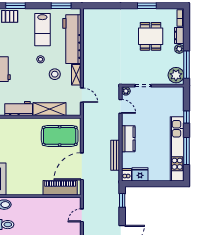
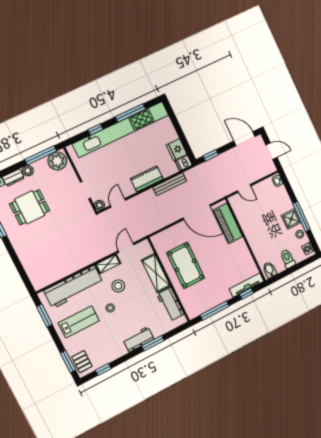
pool table: (60, 136) -> (186, 265), moved
kitchen unit: (177, 149) -> (121, 129), width x1.36

